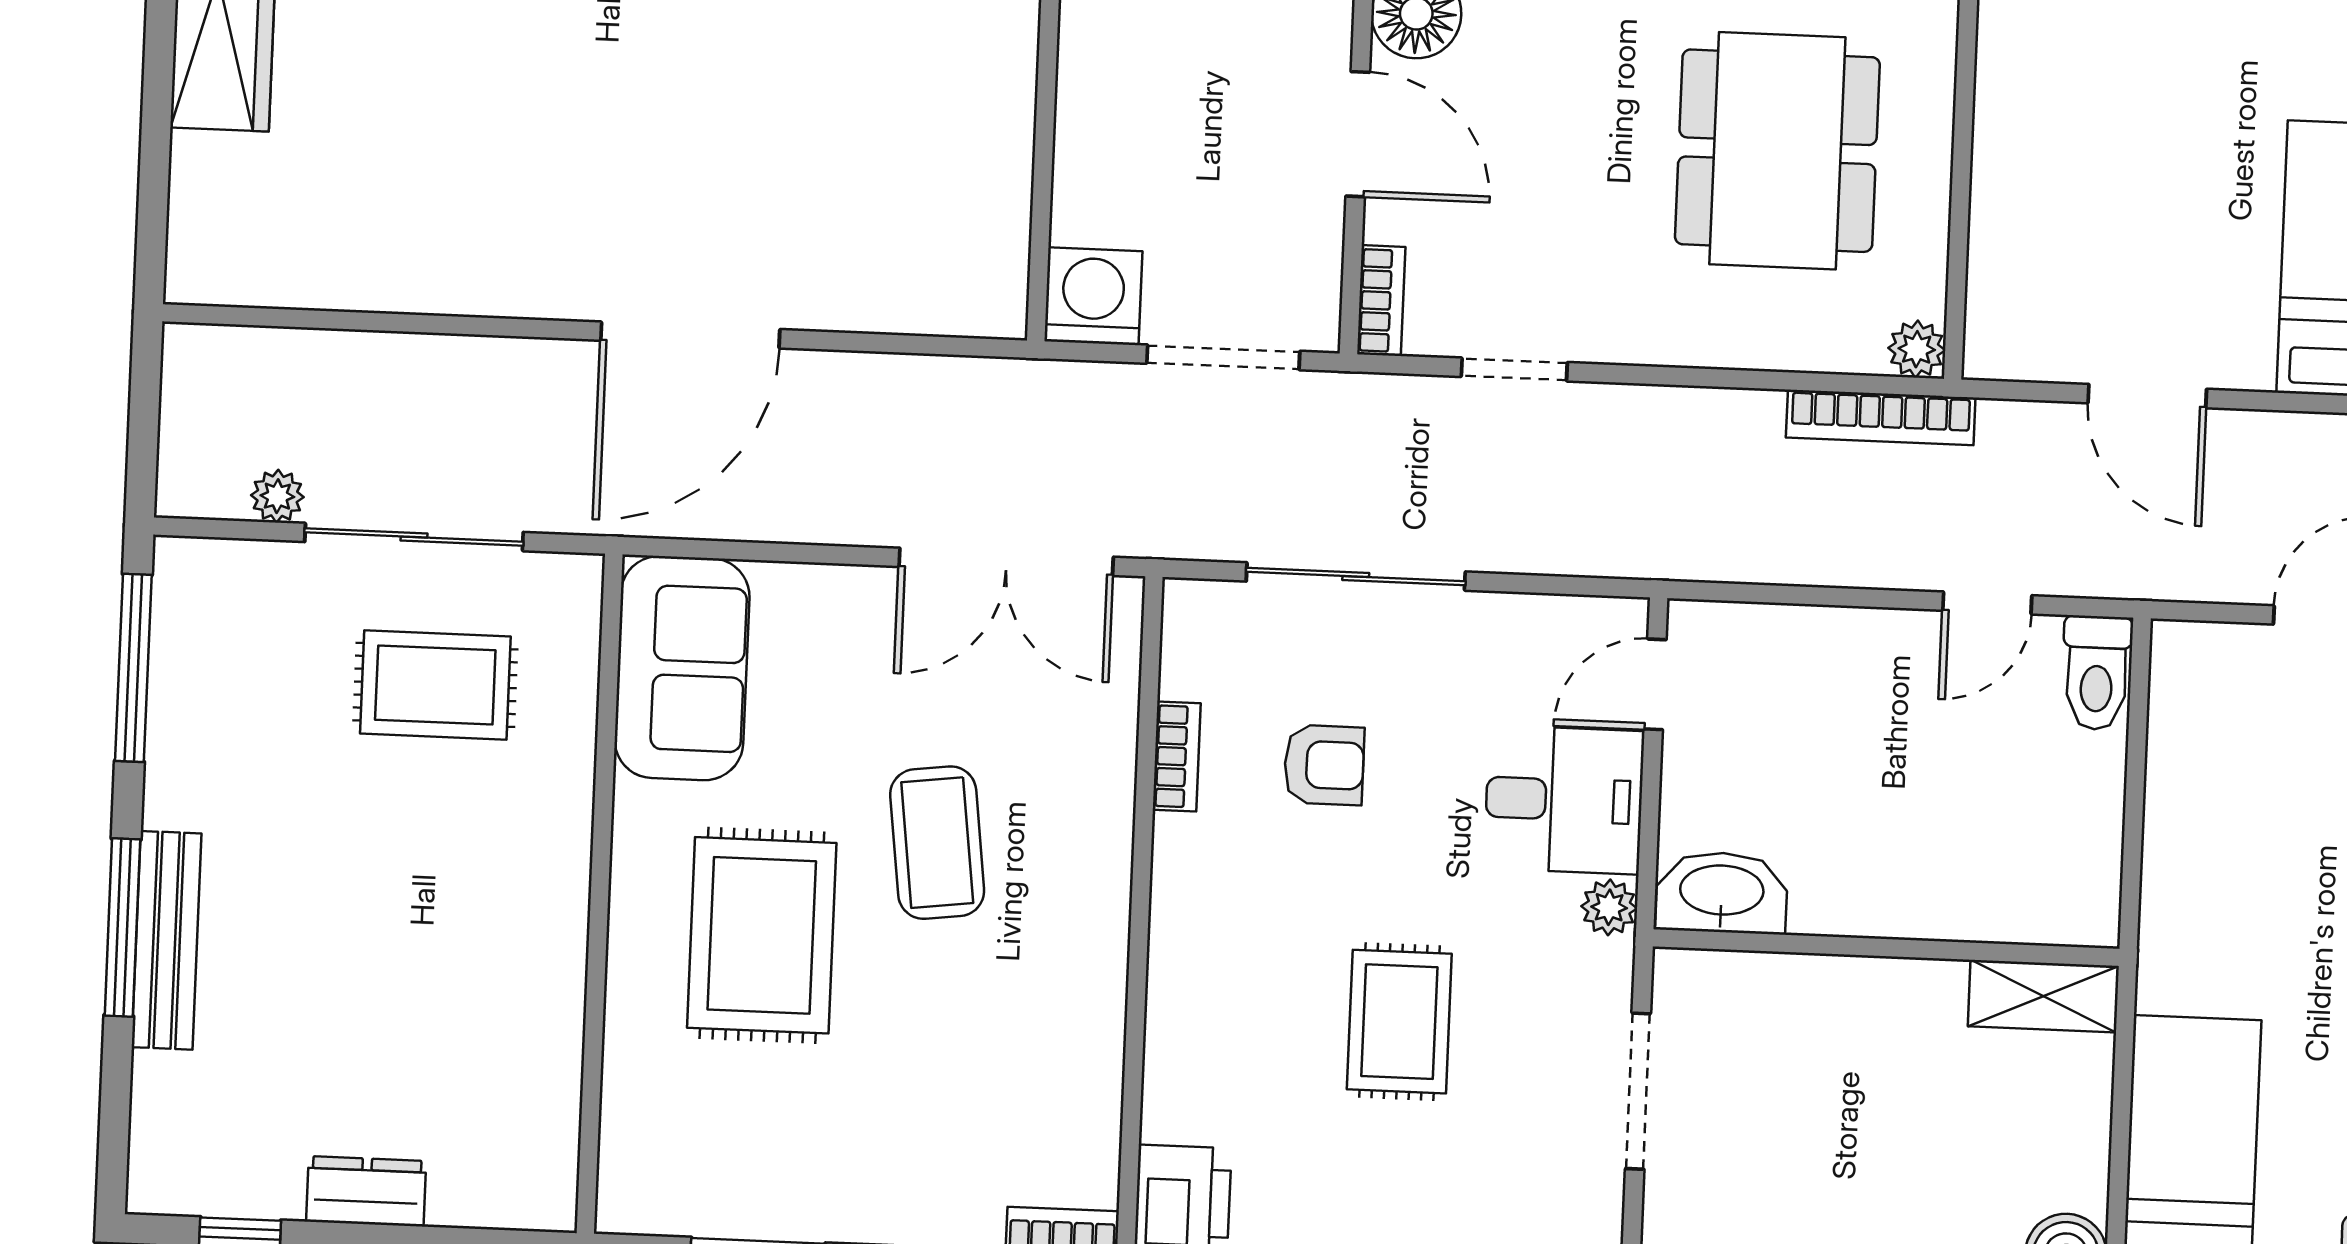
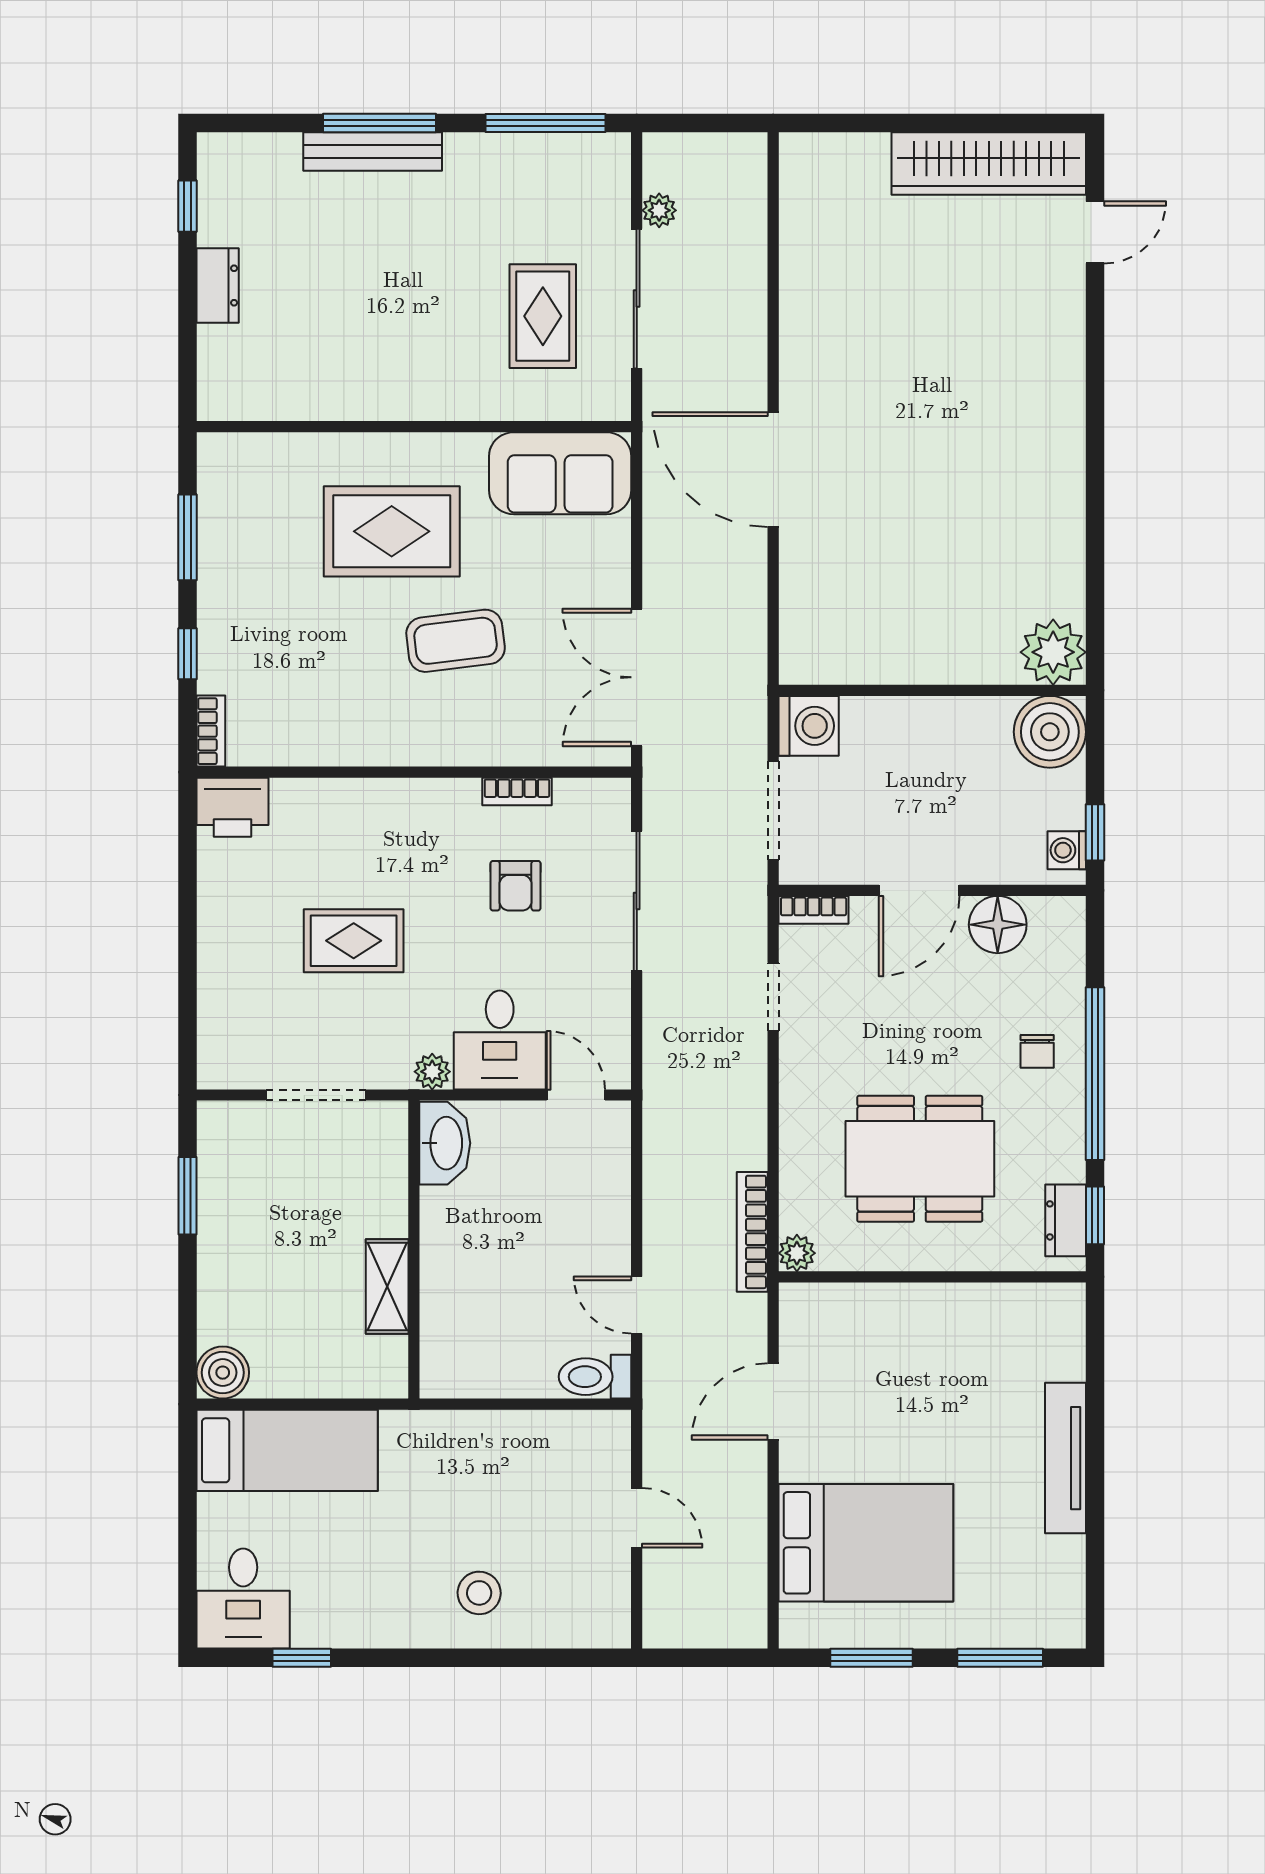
shelving: (2043, 996) -> (387, 1287), moved

